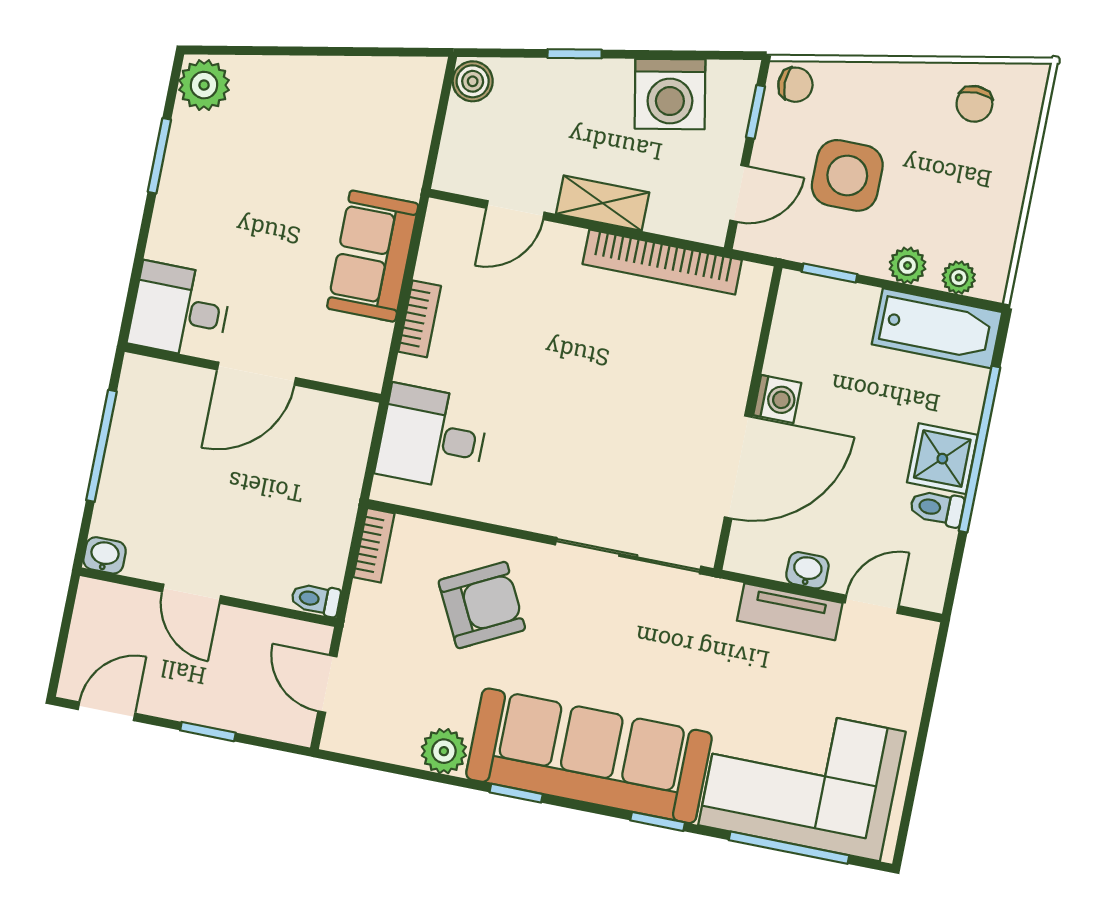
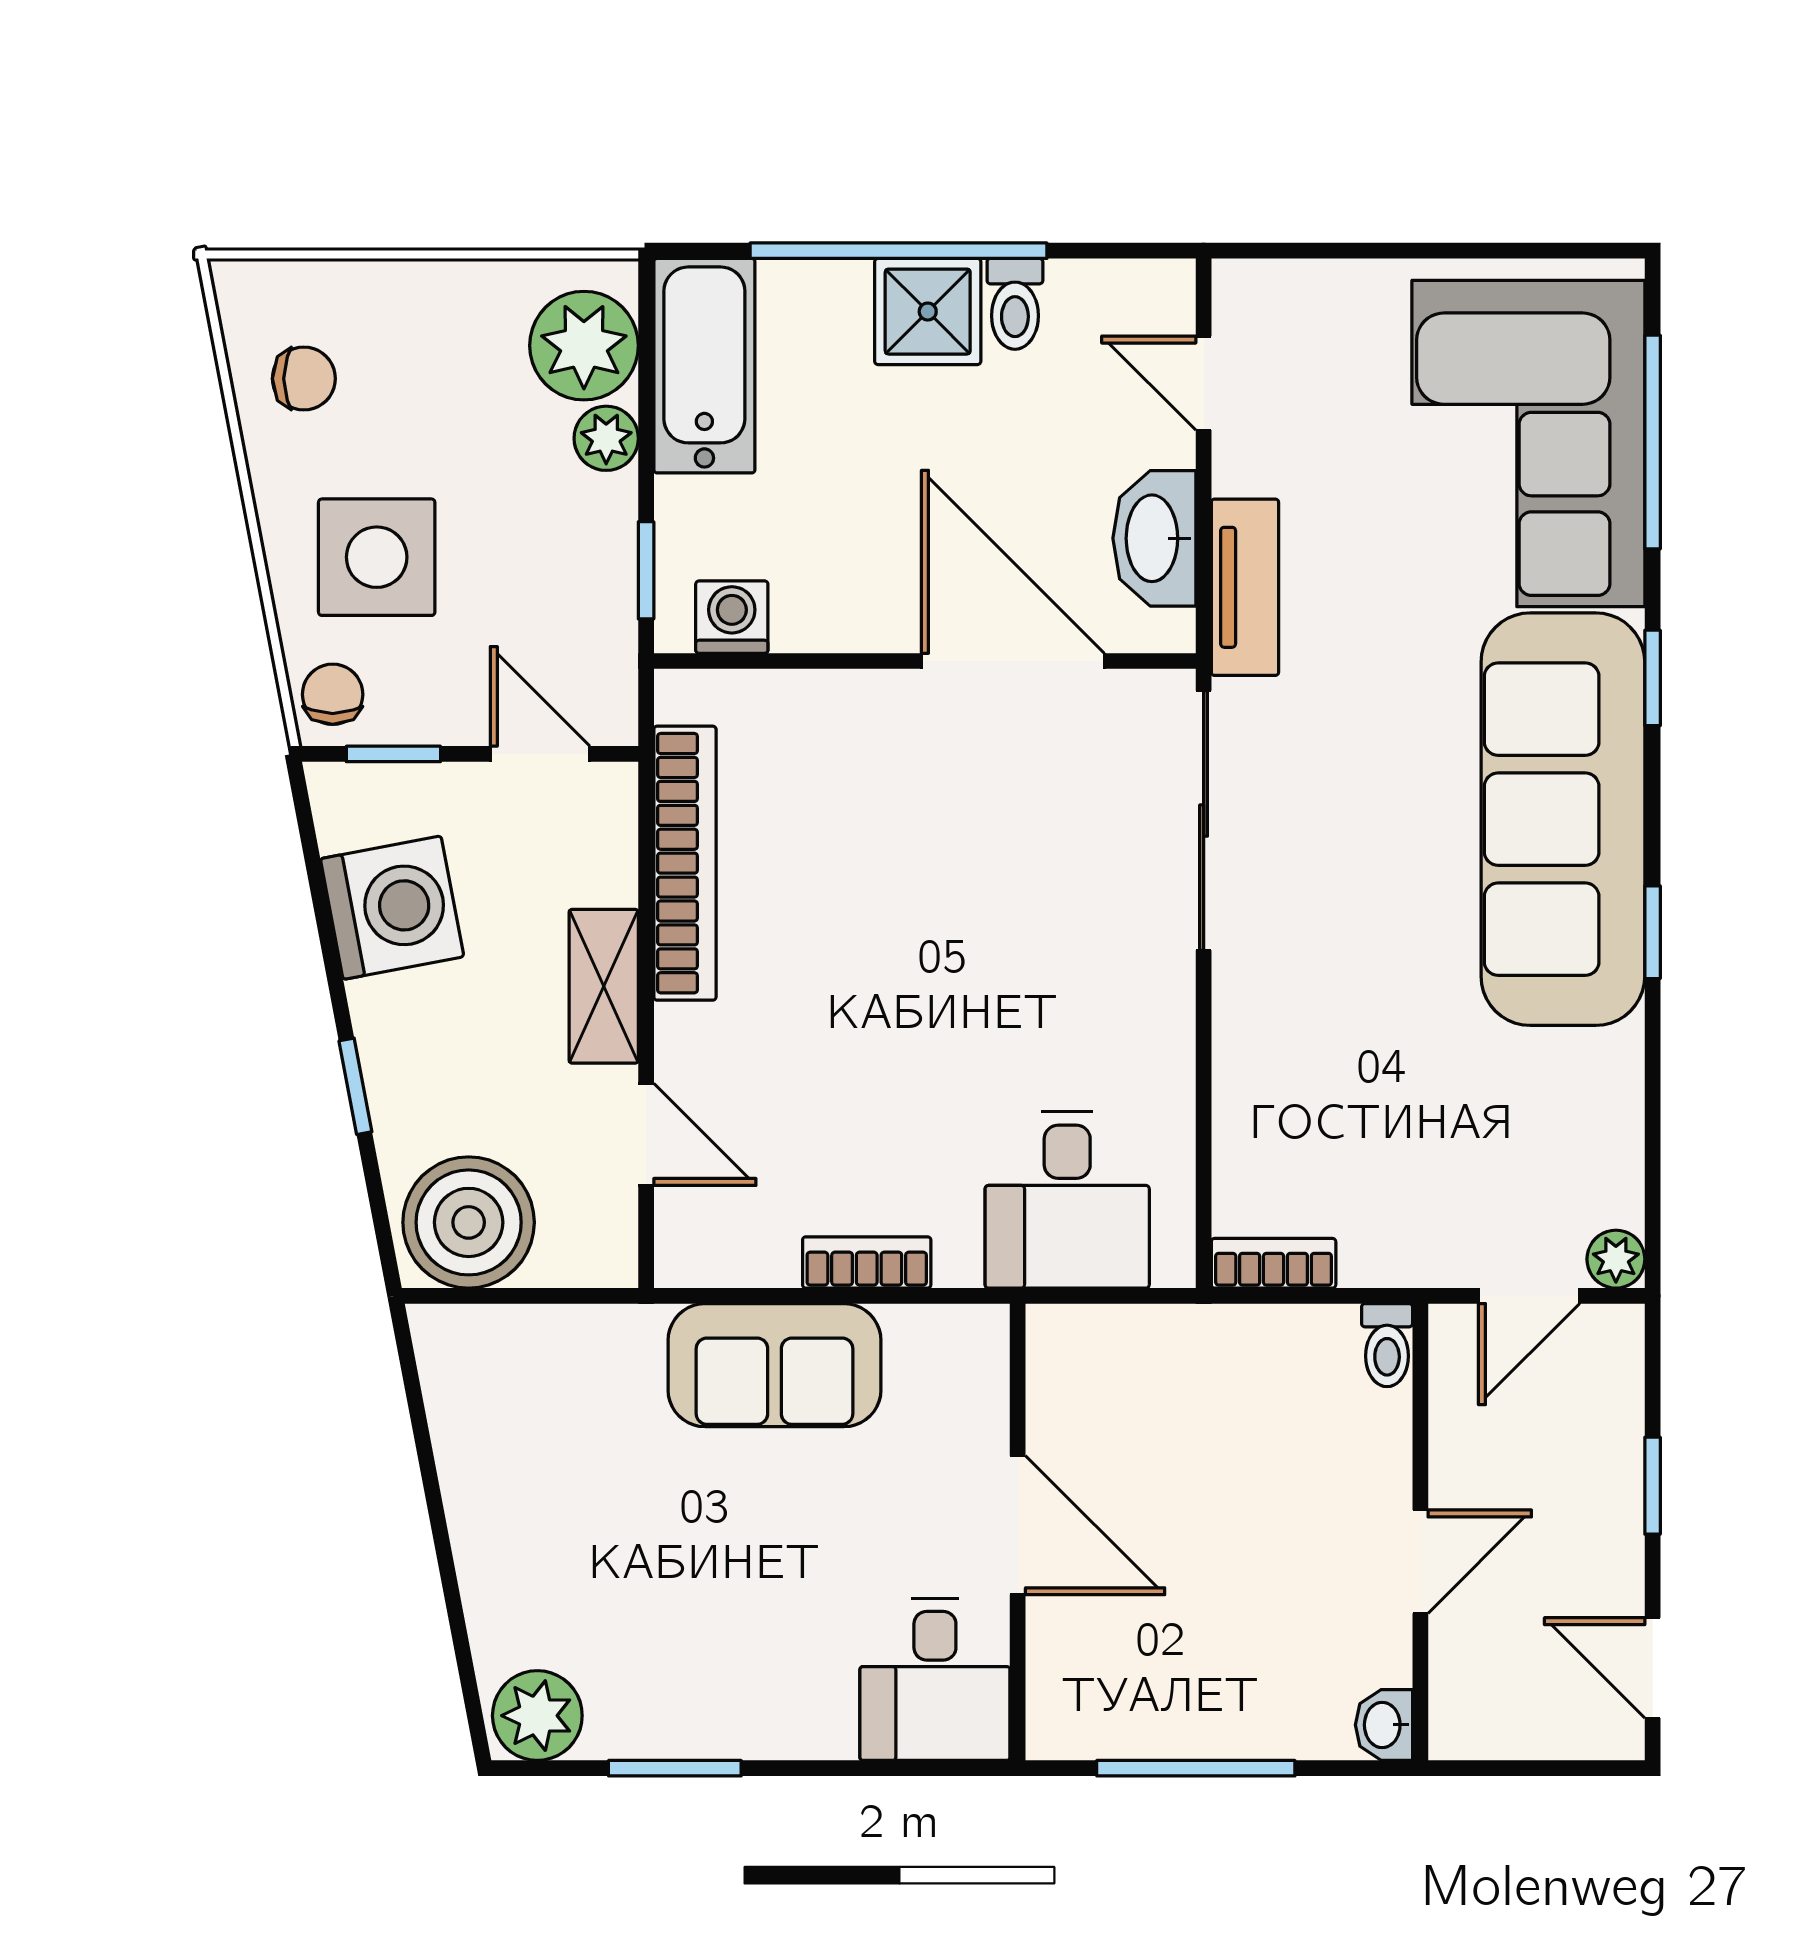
boiler: (473, 81) -> (469, 1222), width x1.86, depth x1.86
side table: (847, 175) -> (377, 557), moved
plant: (959, 278) -> (584, 346), width x1.88, depth x1.88
washing machine: (777, 399) -> (732, 617), moved
washbasin: (807, 570) -> (1154, 538), width x1.91, depth x1.45
armchair: (482, 605) -> (1340, 1056), removed
tv unit: (790, 612) -> (1245, 587), moved
plant: (444, 751) -> (1616, 1259), moved, width x0.73, depth x0.73

